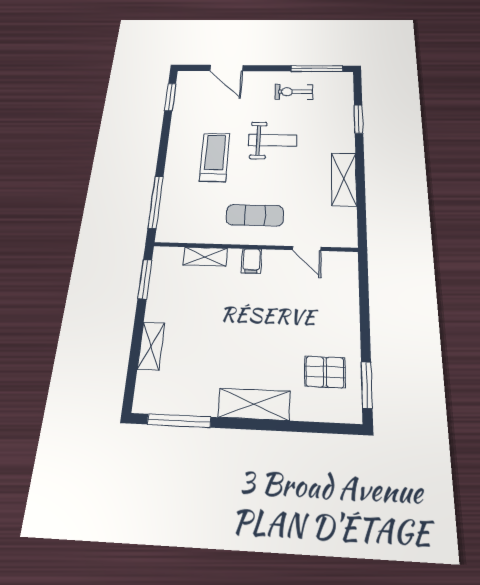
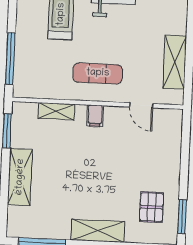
shelving: (344, 179) -> (175, 62), moved
shelving: (151, 346) -> (20, 177), width x1.50, depth x1.33
pallet: (325, 372) -> (151, 207), turned 90

